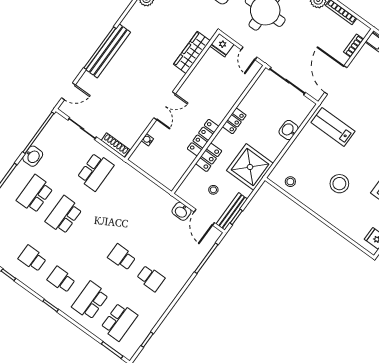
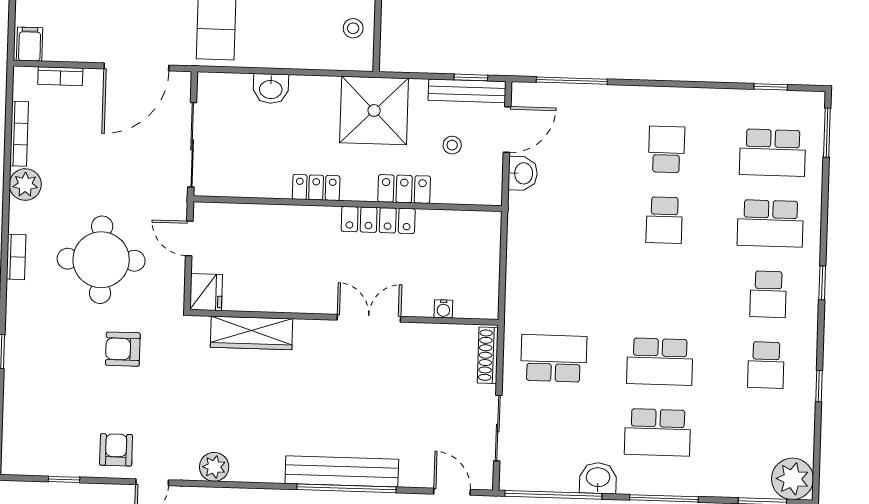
door: (249, 53) -> (189, 238), swing flipped
school desk: (119, 322) -> (773, 153), turned 180

